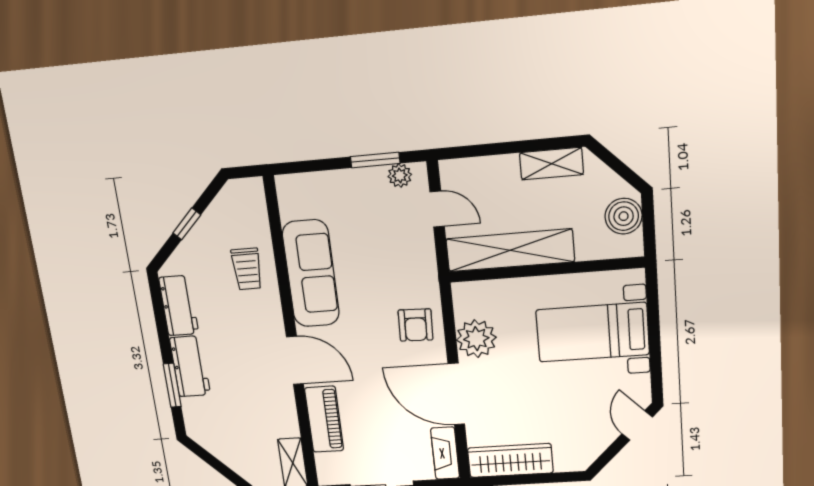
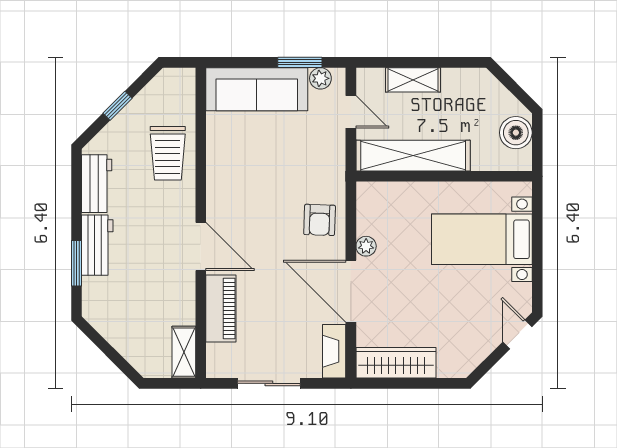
shelving: (551, 164) -> (413, 80), moved
trolley: (247, 269) -> (168, 153), width x1.36, depth x1.39
sofa: (311, 274) -> (257, 89), moved, turned 90
plant: (476, 339) -> (366, 246), width x0.53, depth x0.53

